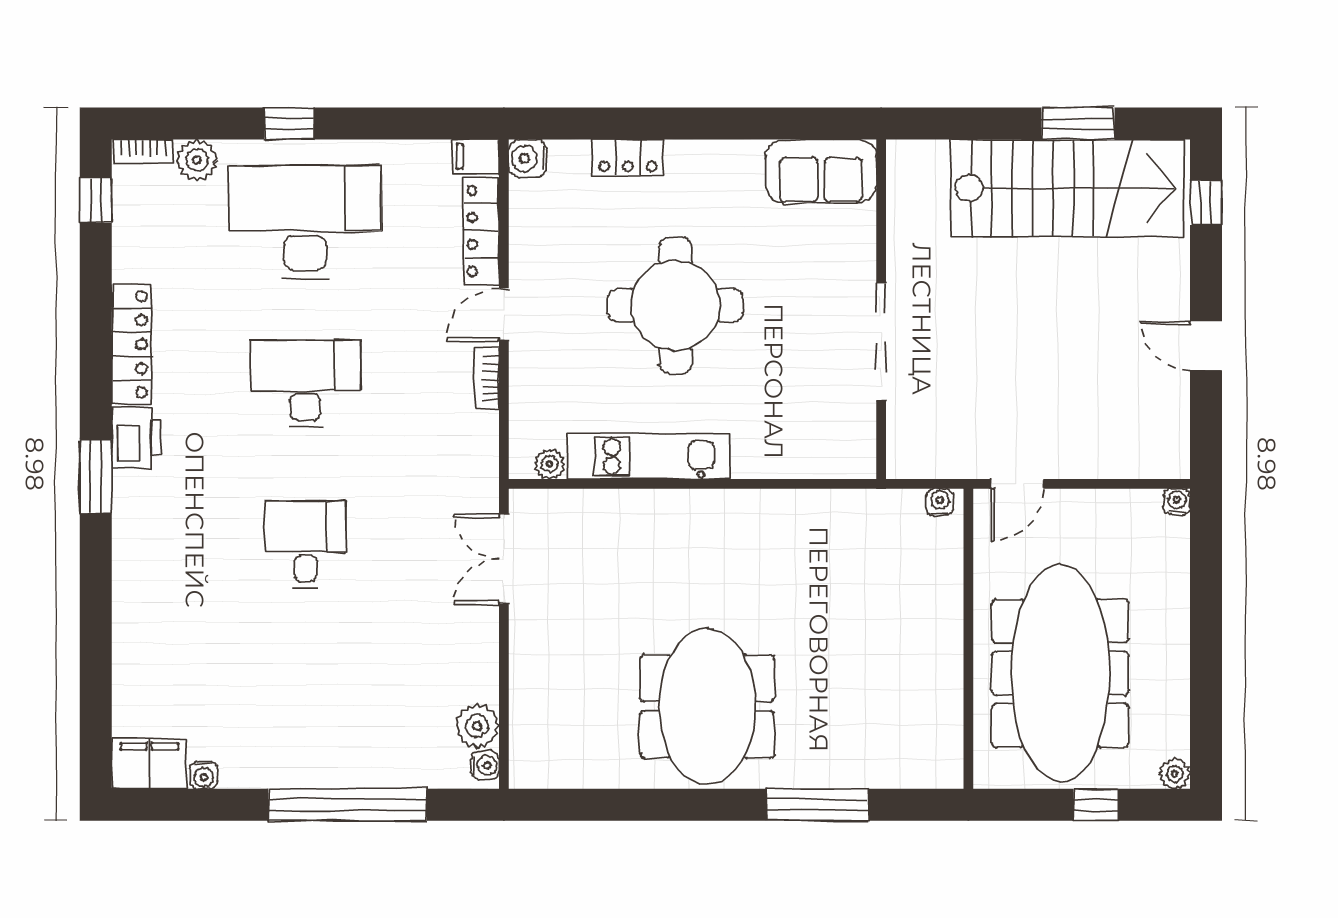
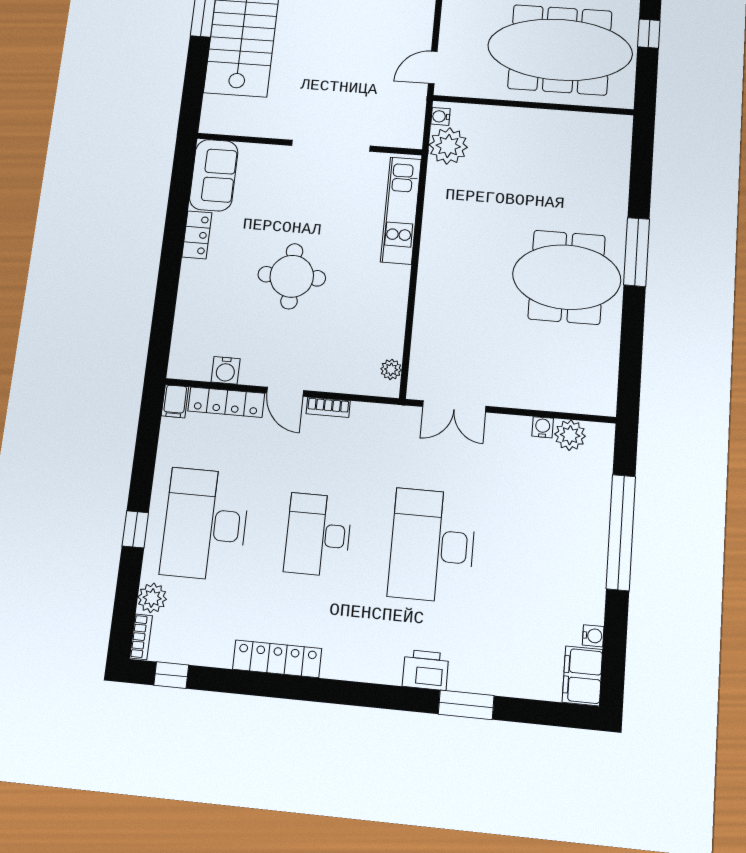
locker: (628, 157) -> (197, 235), moved
water cooler: (528, 158) -> (226, 370), moved
round table: (675, 305) -> (292, 276), width x0.73, depth x0.73
printer: (136, 438) -> (426, 670), moved
kitchen unit: (649, 456) -> (401, 210), moved
window: (96, 476) -> (466, 705), moved
door: (1017, 484) -> (433, 68), swing flipped
plant: (894, 518) -> (448, 146), added
desk: (305, 545) -> (432, 545), width x1.87, depth x1.30
water cooler: (485, 765) -> (543, 427), moved
window: (818, 805) -> (637, 252), moved

